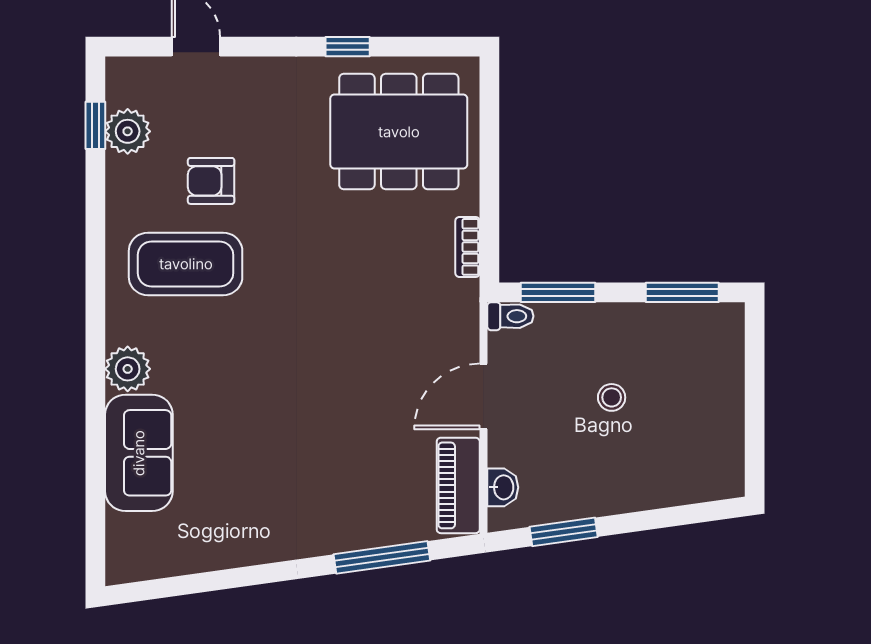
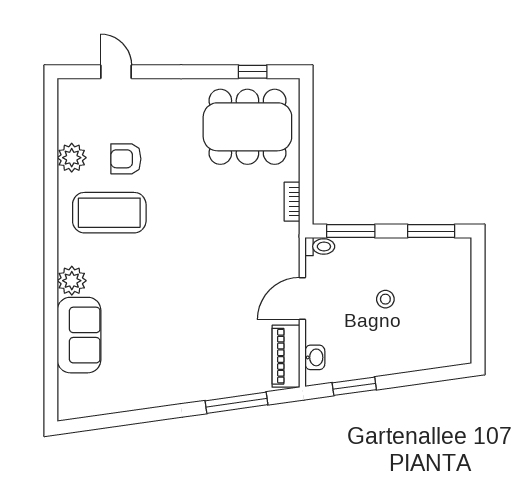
window: (348, 47) -> (253, 72), moved
window: (95, 125) -> (51, 123), removed
plant: (128, 131) -> (72, 158), moved

